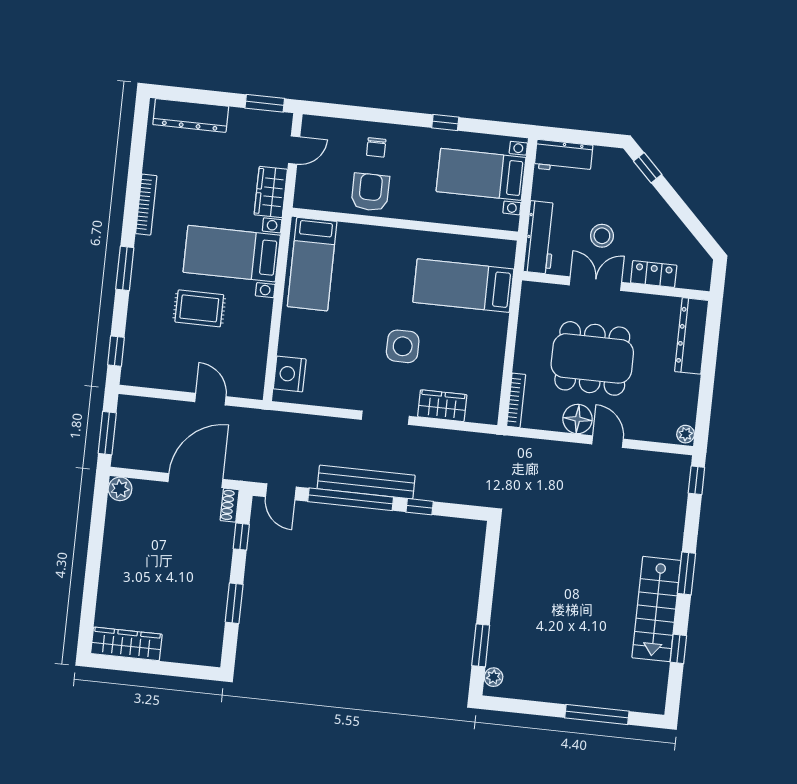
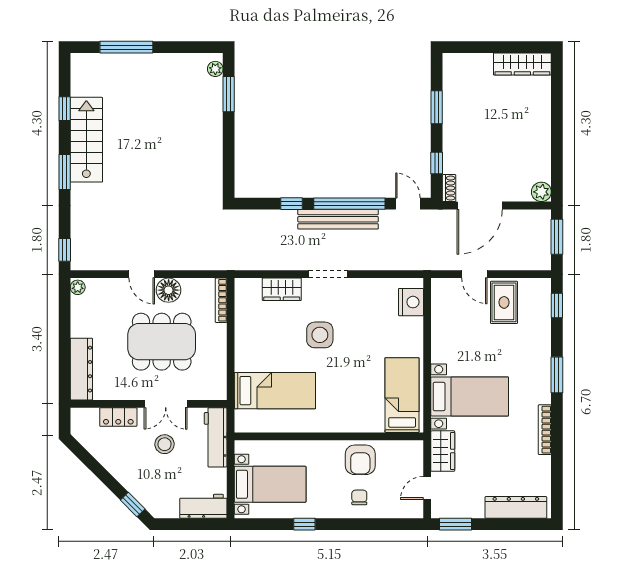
rug: (199, 308) -> (504, 302), moved, turned 90

